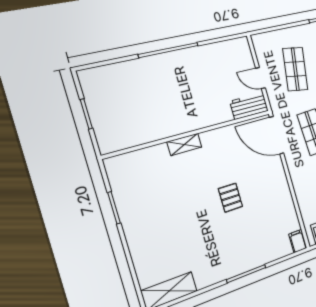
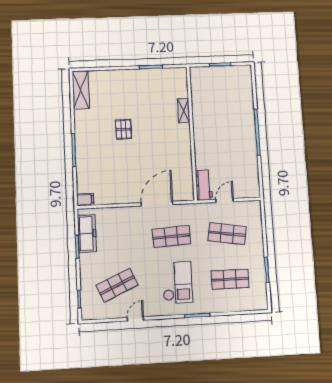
door: (277, 135) -> (157, 204), moved
shelving: (184, 144) -> (184, 111), moved
pallet: (230, 198) -> (123, 129), moved, turned 90

